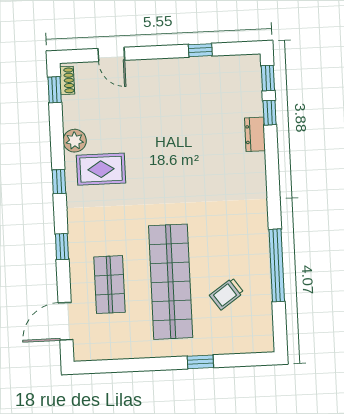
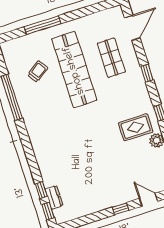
window: (200, 50) -> (121, 209), moved
dresser: (255, 134) -> (54, 197), moved
window: (200, 362) -> (43, 25), width x2.17

